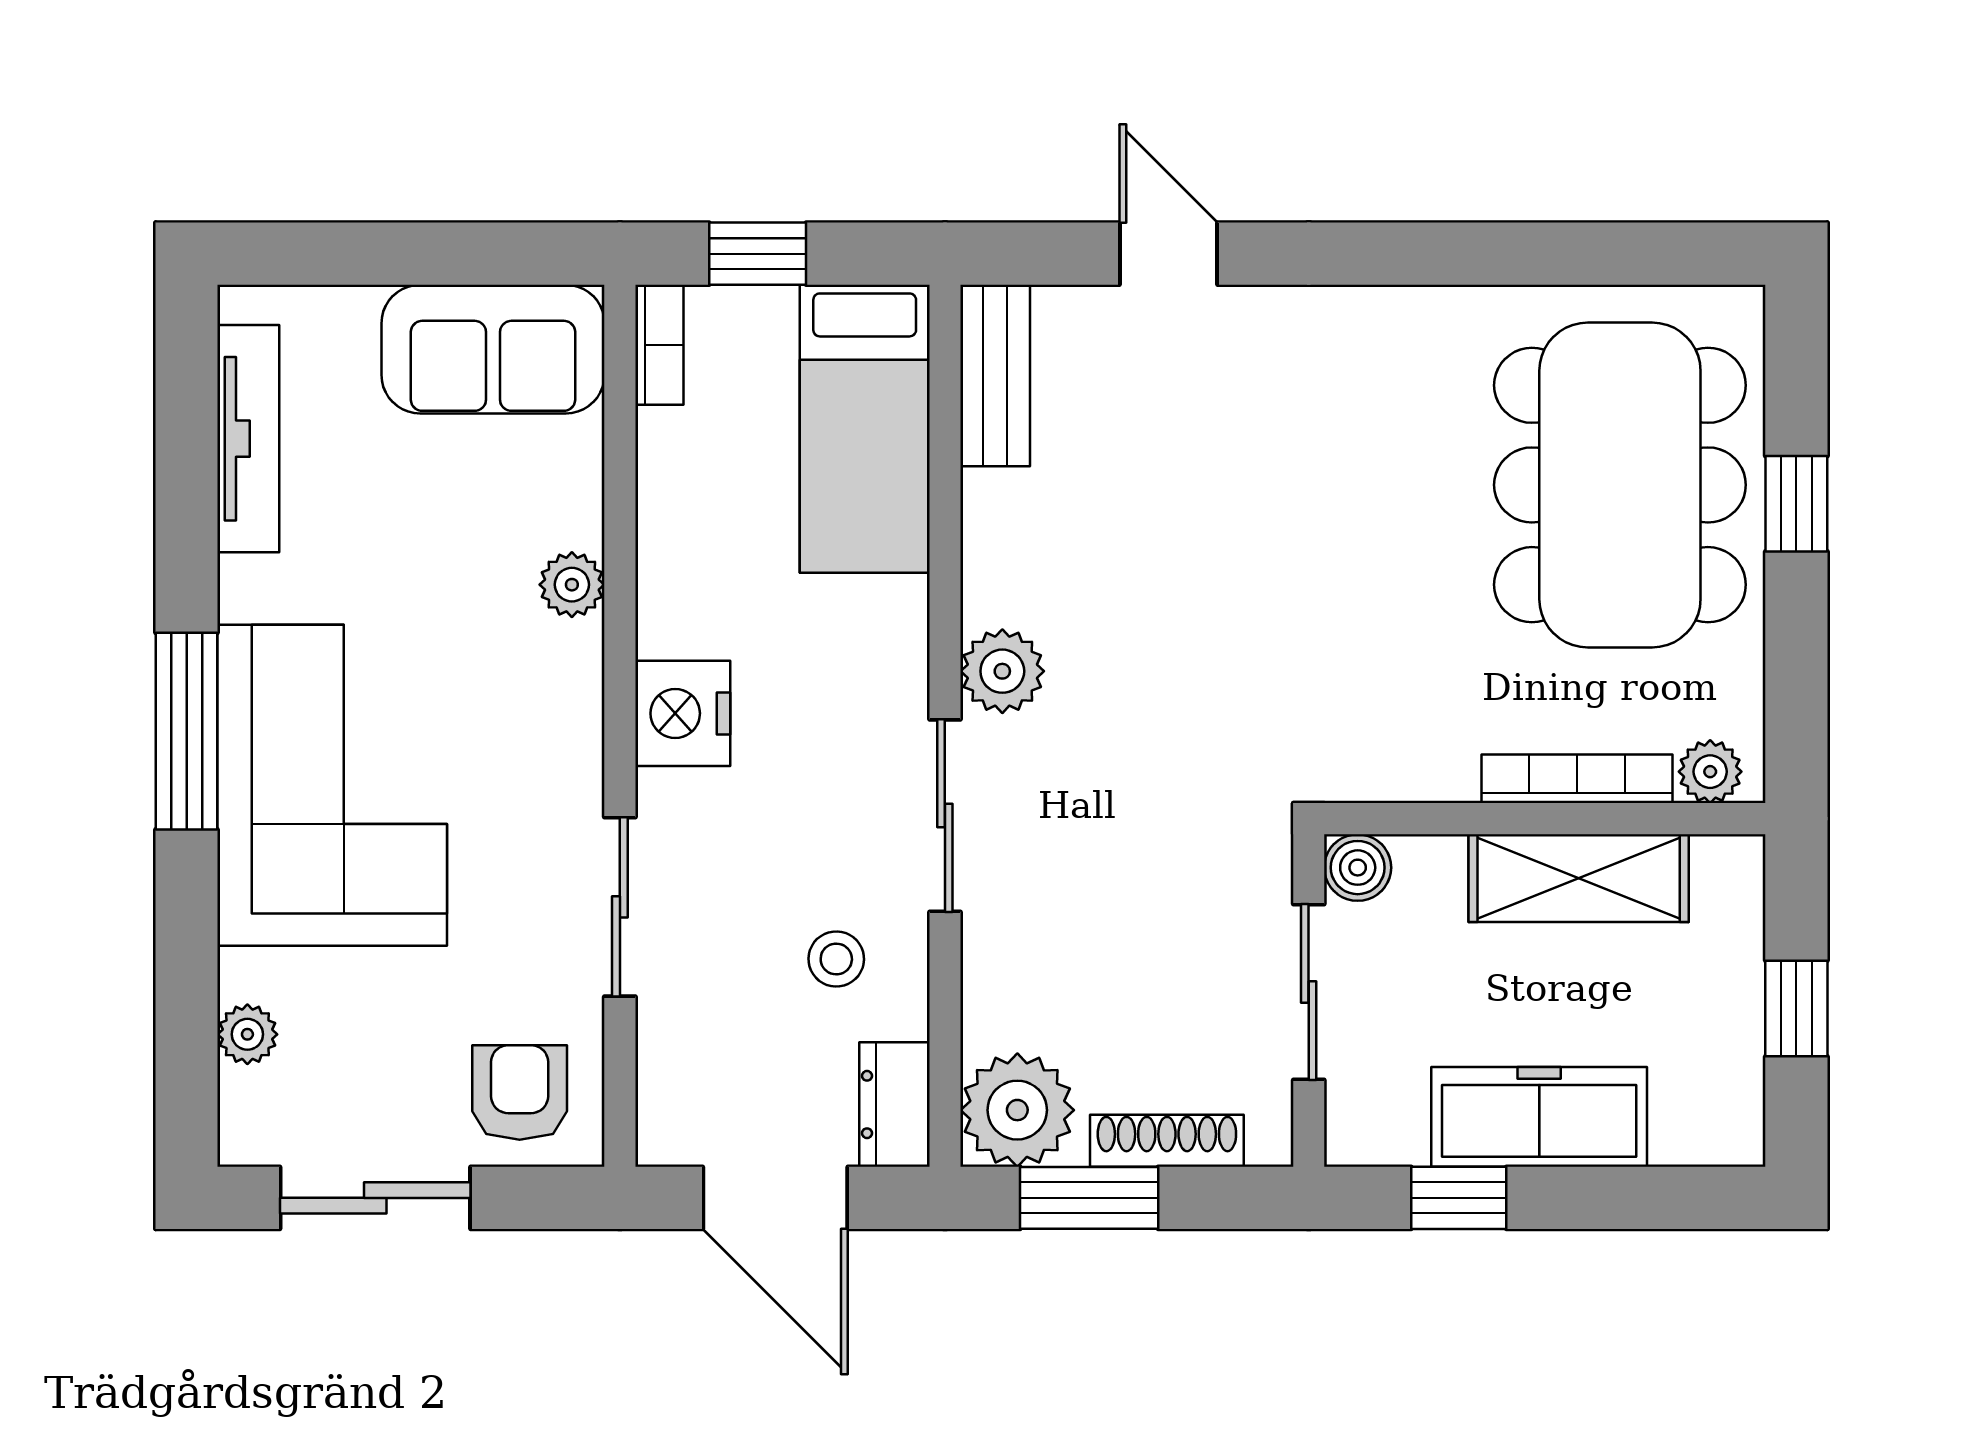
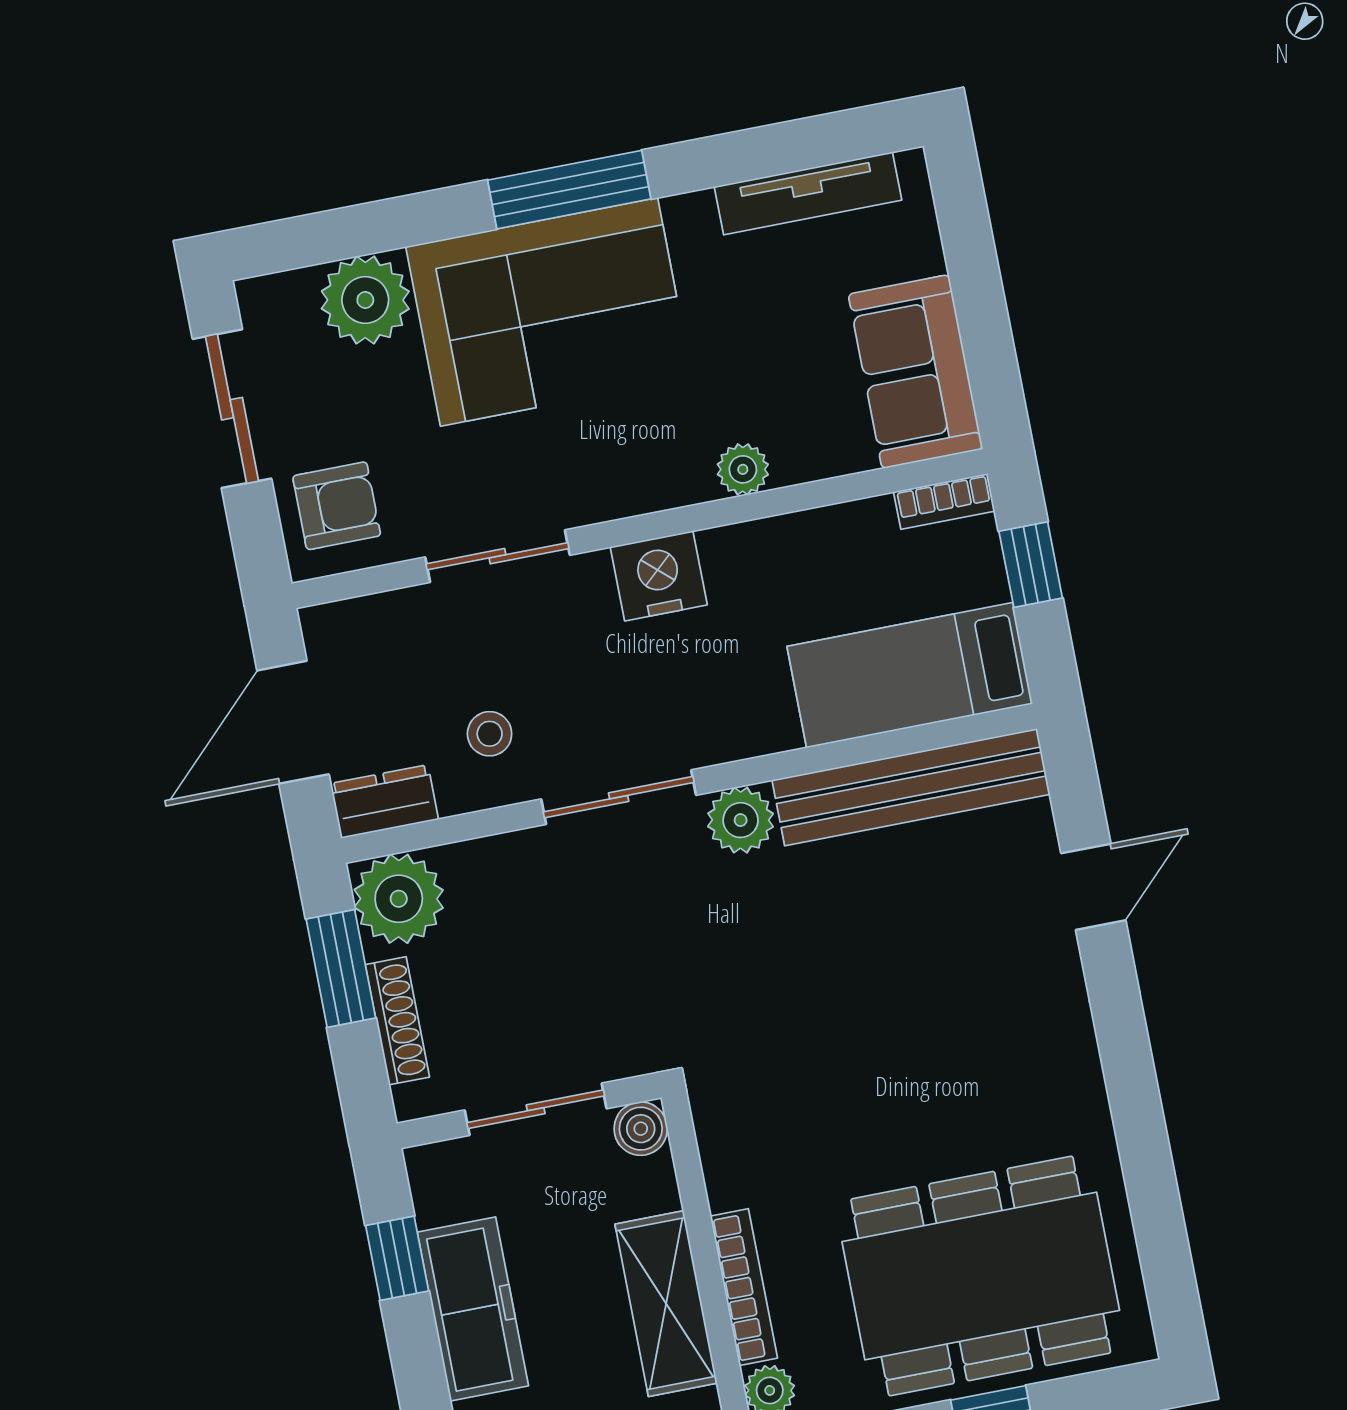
bench: (995, 375) -> (911, 787), width x1.86, depth x1.21
plant: (247, 1034) -> (365, 300), width x1.87, depth x1.87

